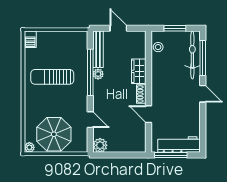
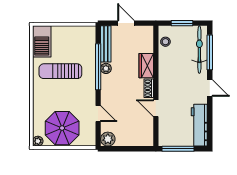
barbecue: (30, 39) -> (42, 41), width x1.88, depth x1.53
workbench: (179, 145) -> (199, 125), moved, turned -90

